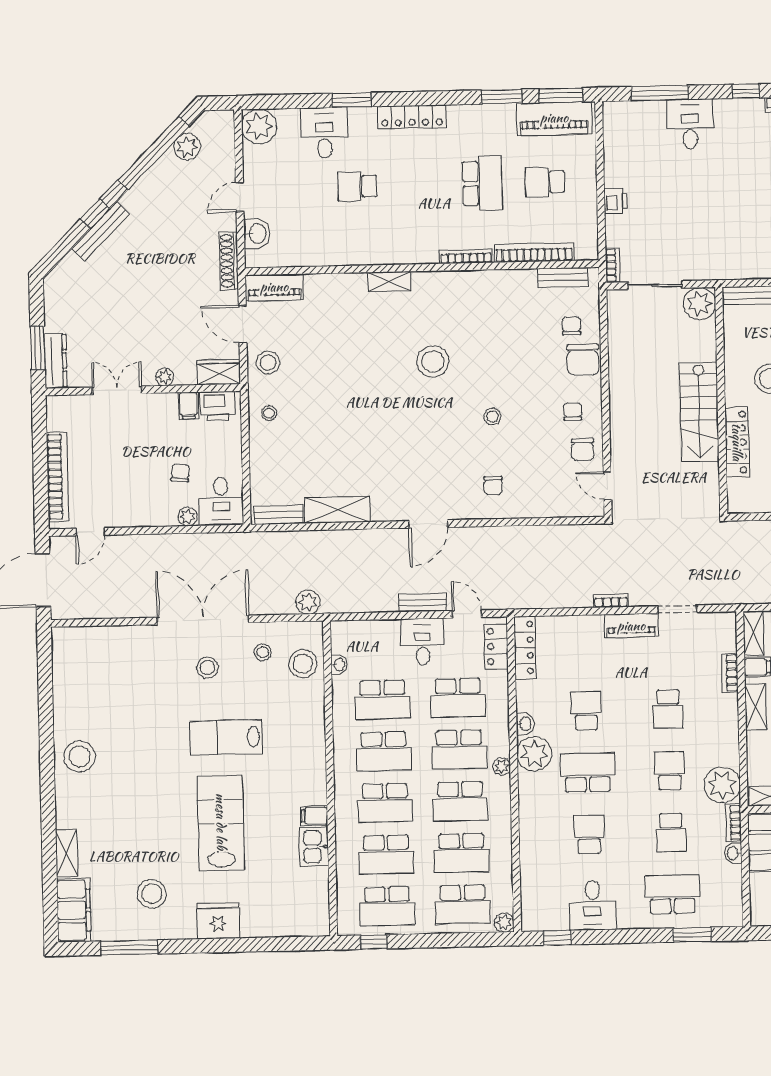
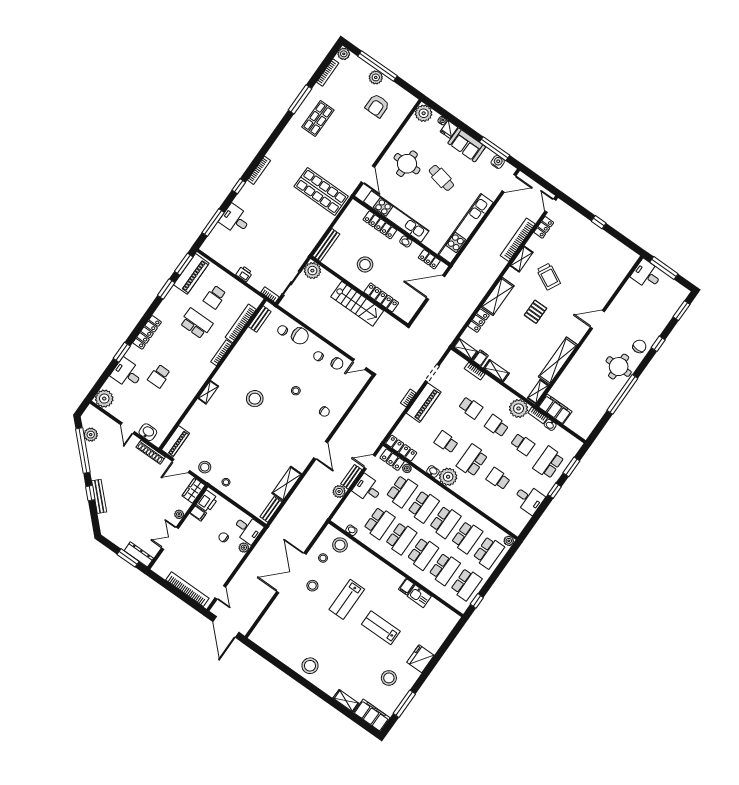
plant: (308, 602) -> (339, 492), moved
piano: (631, 626) -> (424, 403), width x1.37, depth x1.33
plant: (502, 766) -> (407, 468), moved
lab bench: (221, 823) -> (381, 628), width x0.73, depth x0.72
window: (557, 938) -> (555, 491), moved

